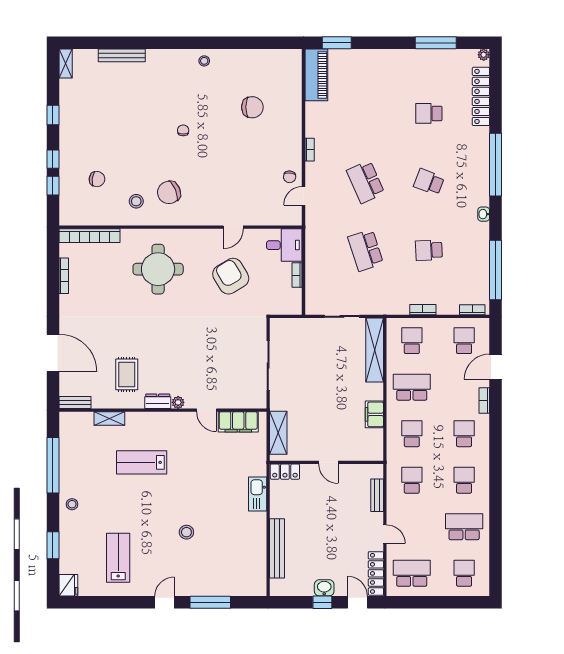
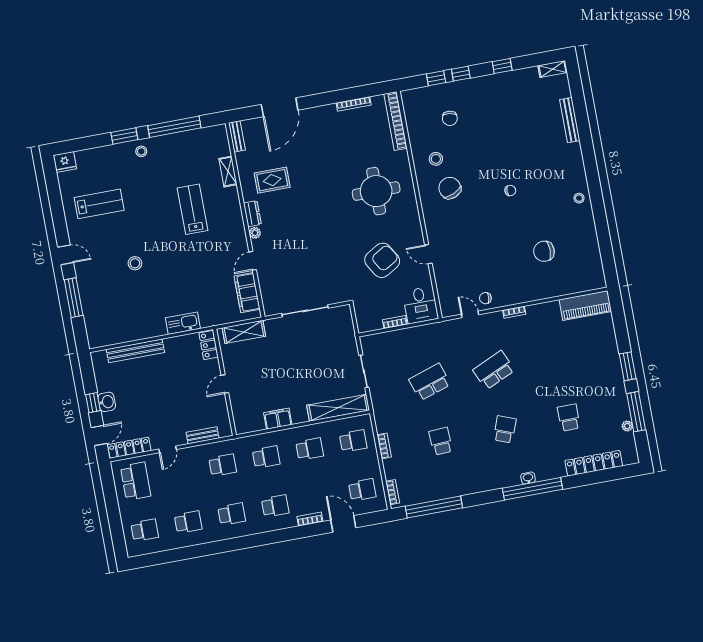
window: (337, 43) -> (628, 366), moved
plant: (484, 55) -> (627, 426), moved
chair: (252, 107) -> (544, 251), turned 90
washbasin: (484, 214) -> (528, 478), moved
school desk: (412, 387) -> (310, 449), width x0.54
school desk: (464, 527) -> (188, 522), width x0.54
window: (53, 545) -> (124, 136), moved

